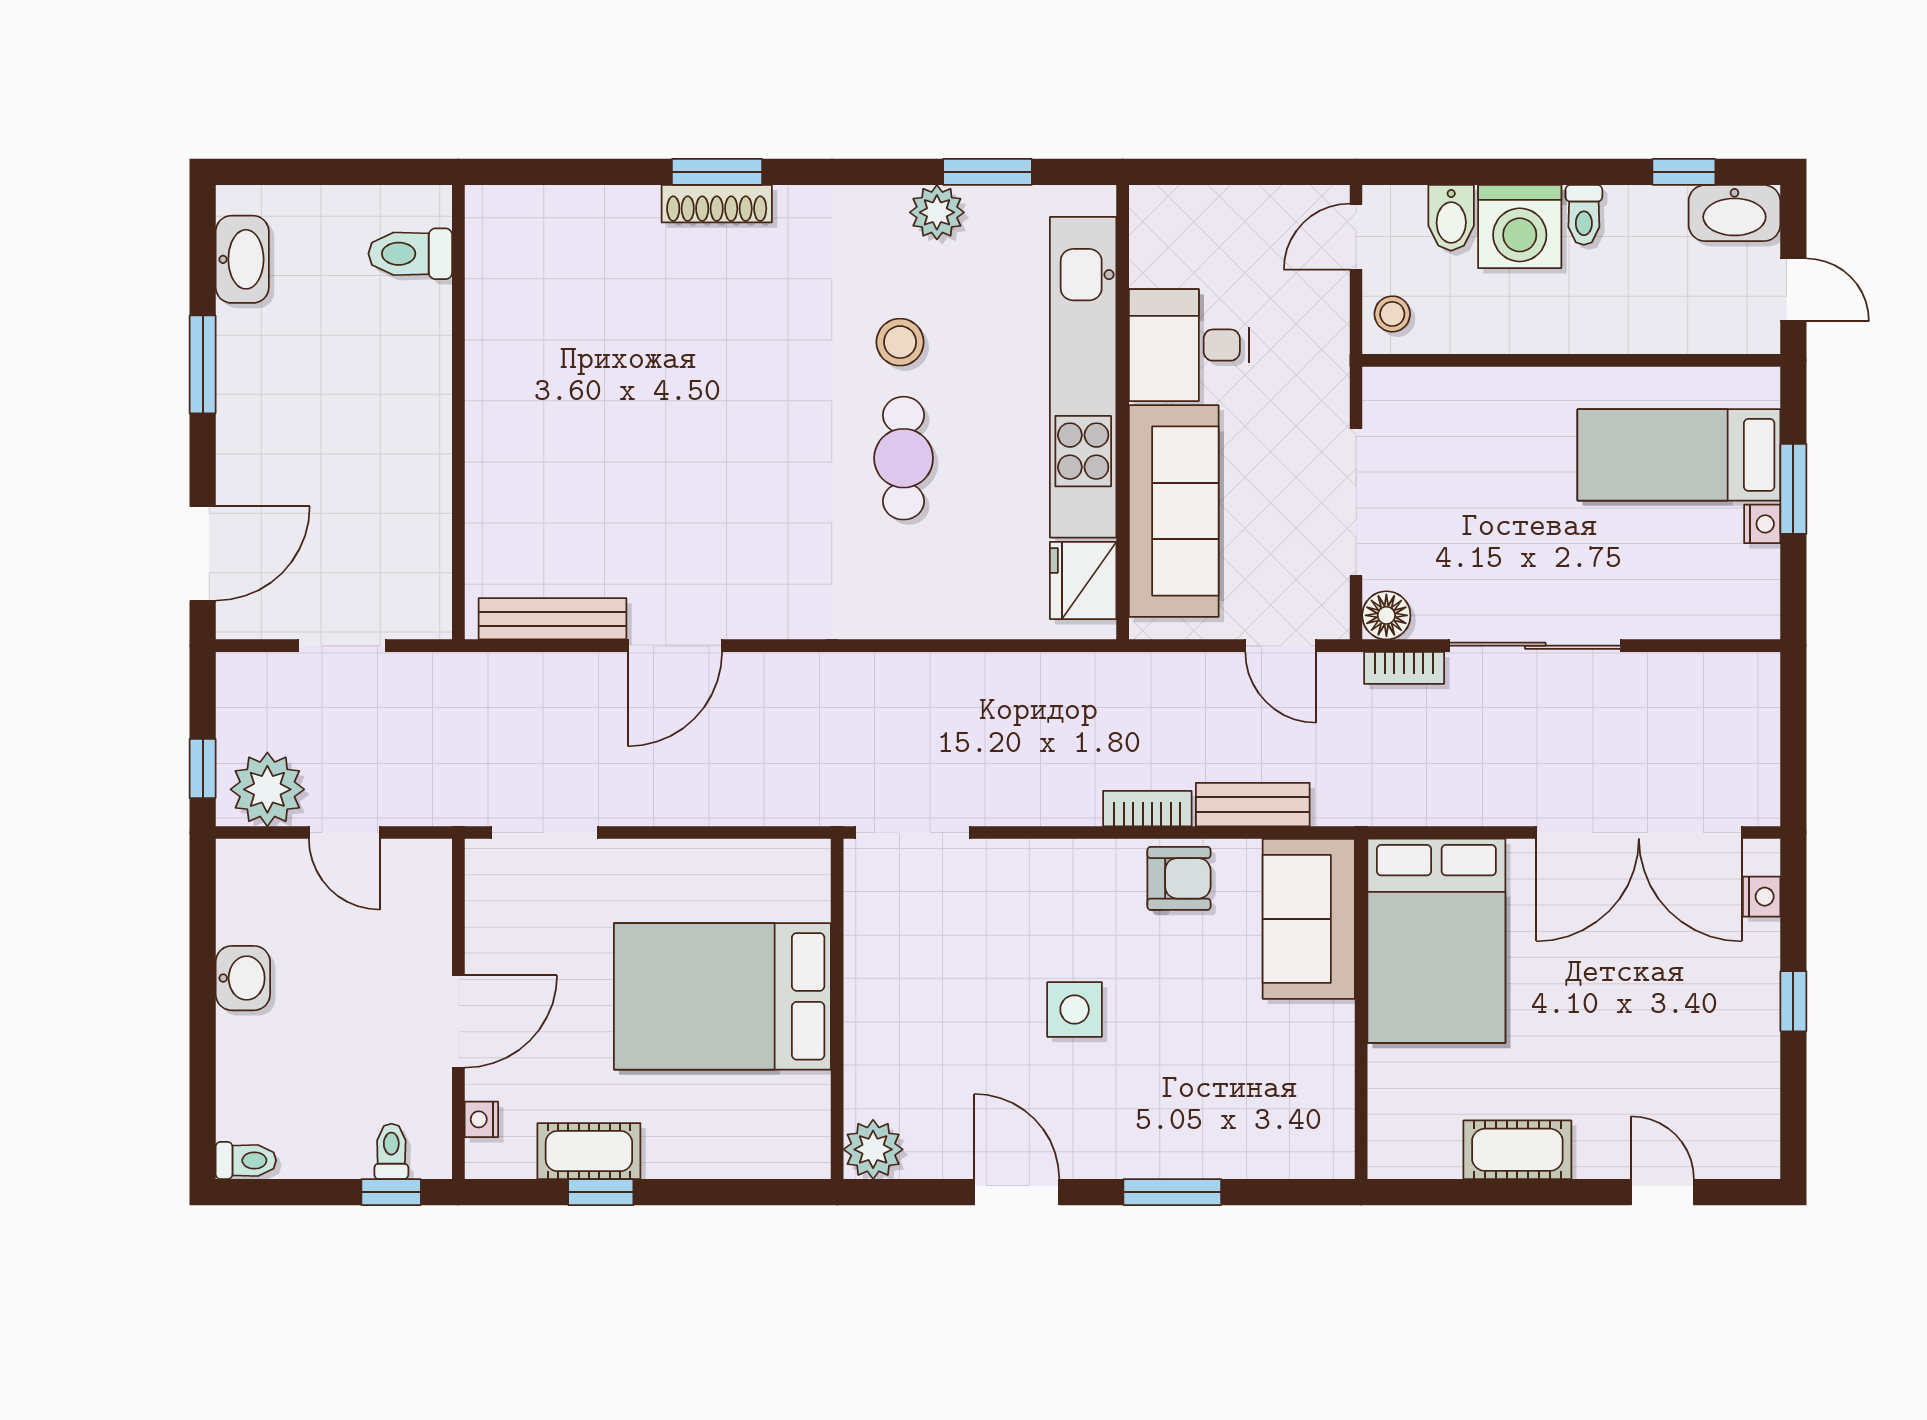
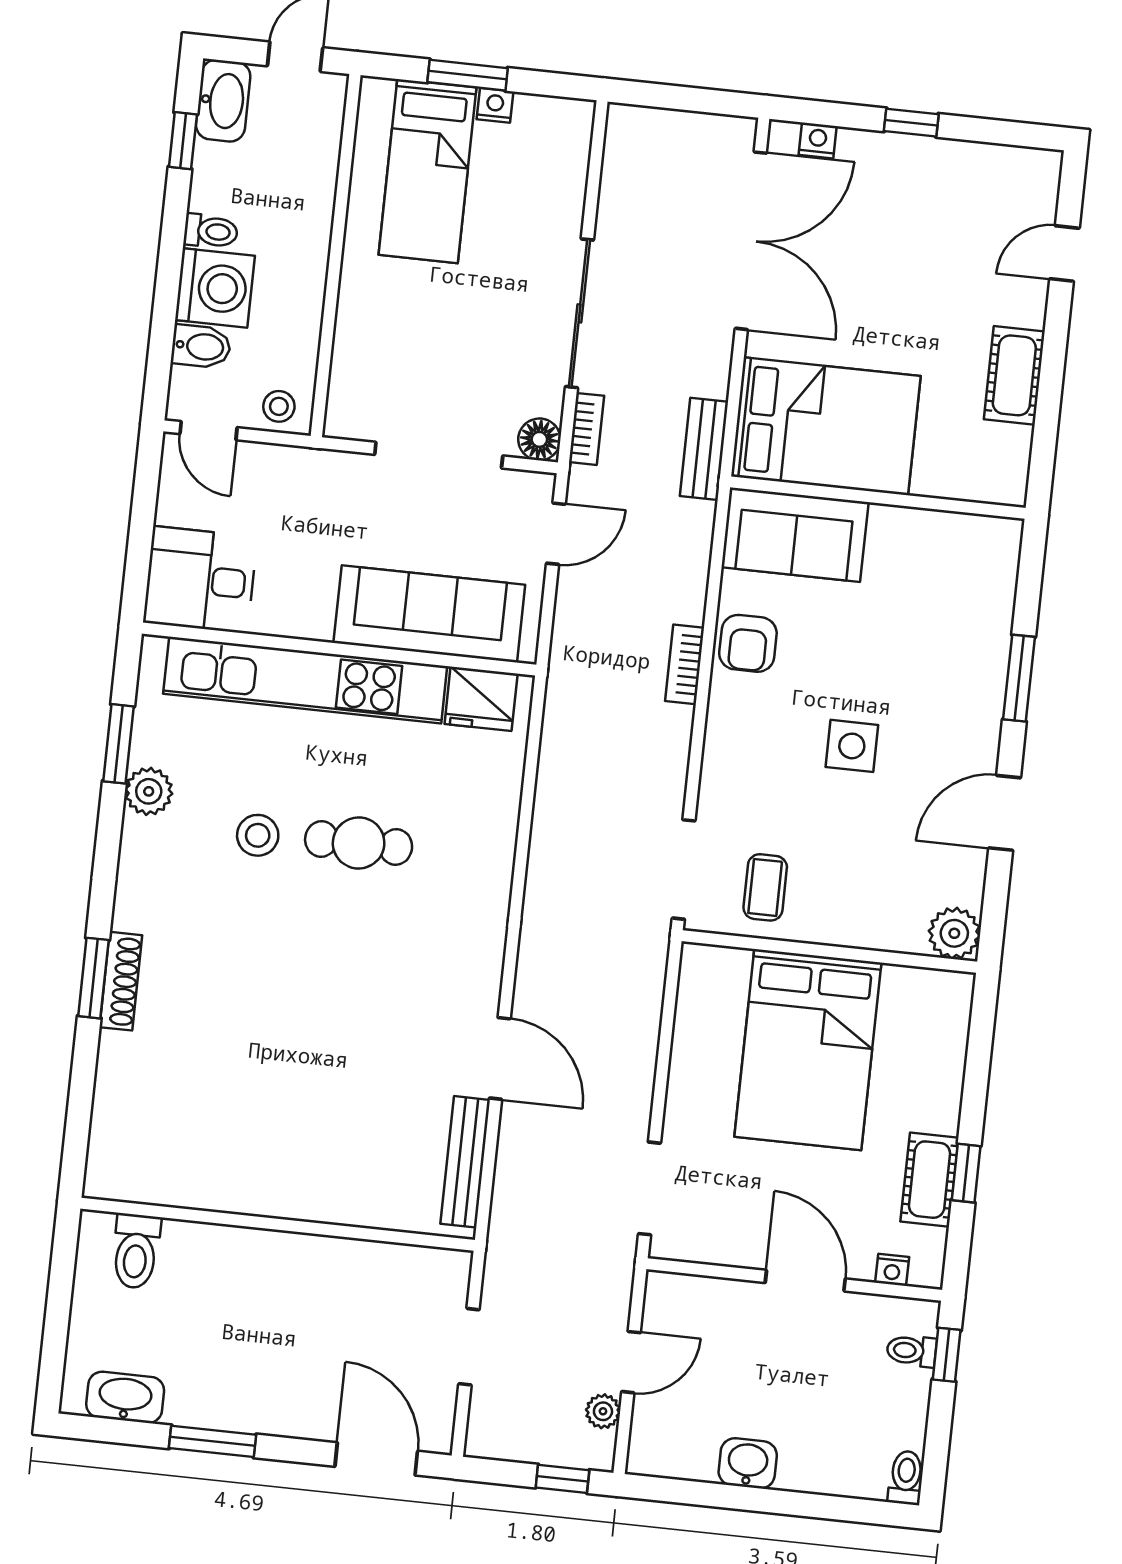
desk: (1189, 345) -> (200, 580), moved, turned 90
plant: (267, 789) -> (603, 1411), width x0.53, depth x0.53
bench: (1253, 805) -> (704, 449), moved
armchair: (1179, 878) -> (748, 643), turned 180
coffee table: (902, 928) -> (765, 887), added

